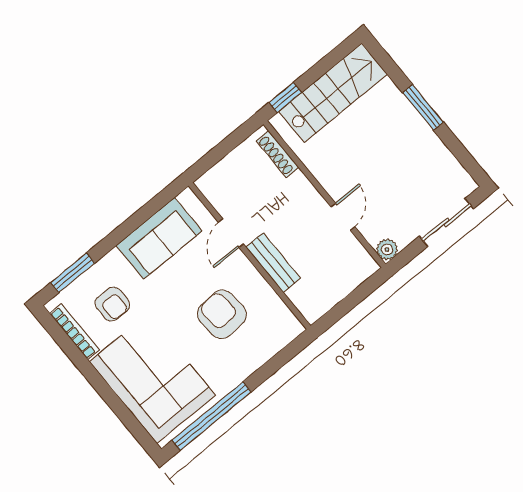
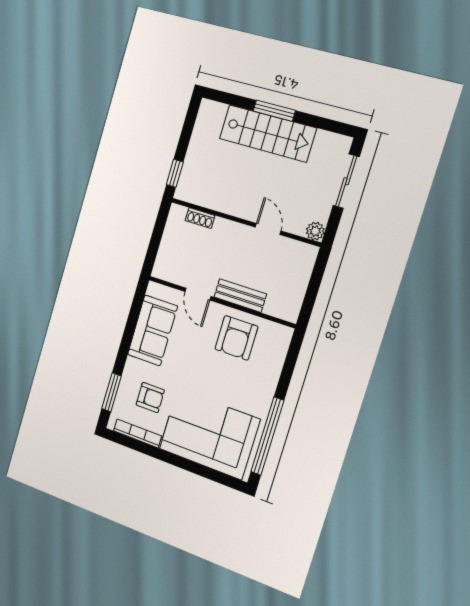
stairs: (333, 93) -> (267, 133), moved, turned 90
shoe rack: (278, 154) -> (200, 218), width x0.70
armchair: (222, 314) -> (236, 338), moved, turned -86

